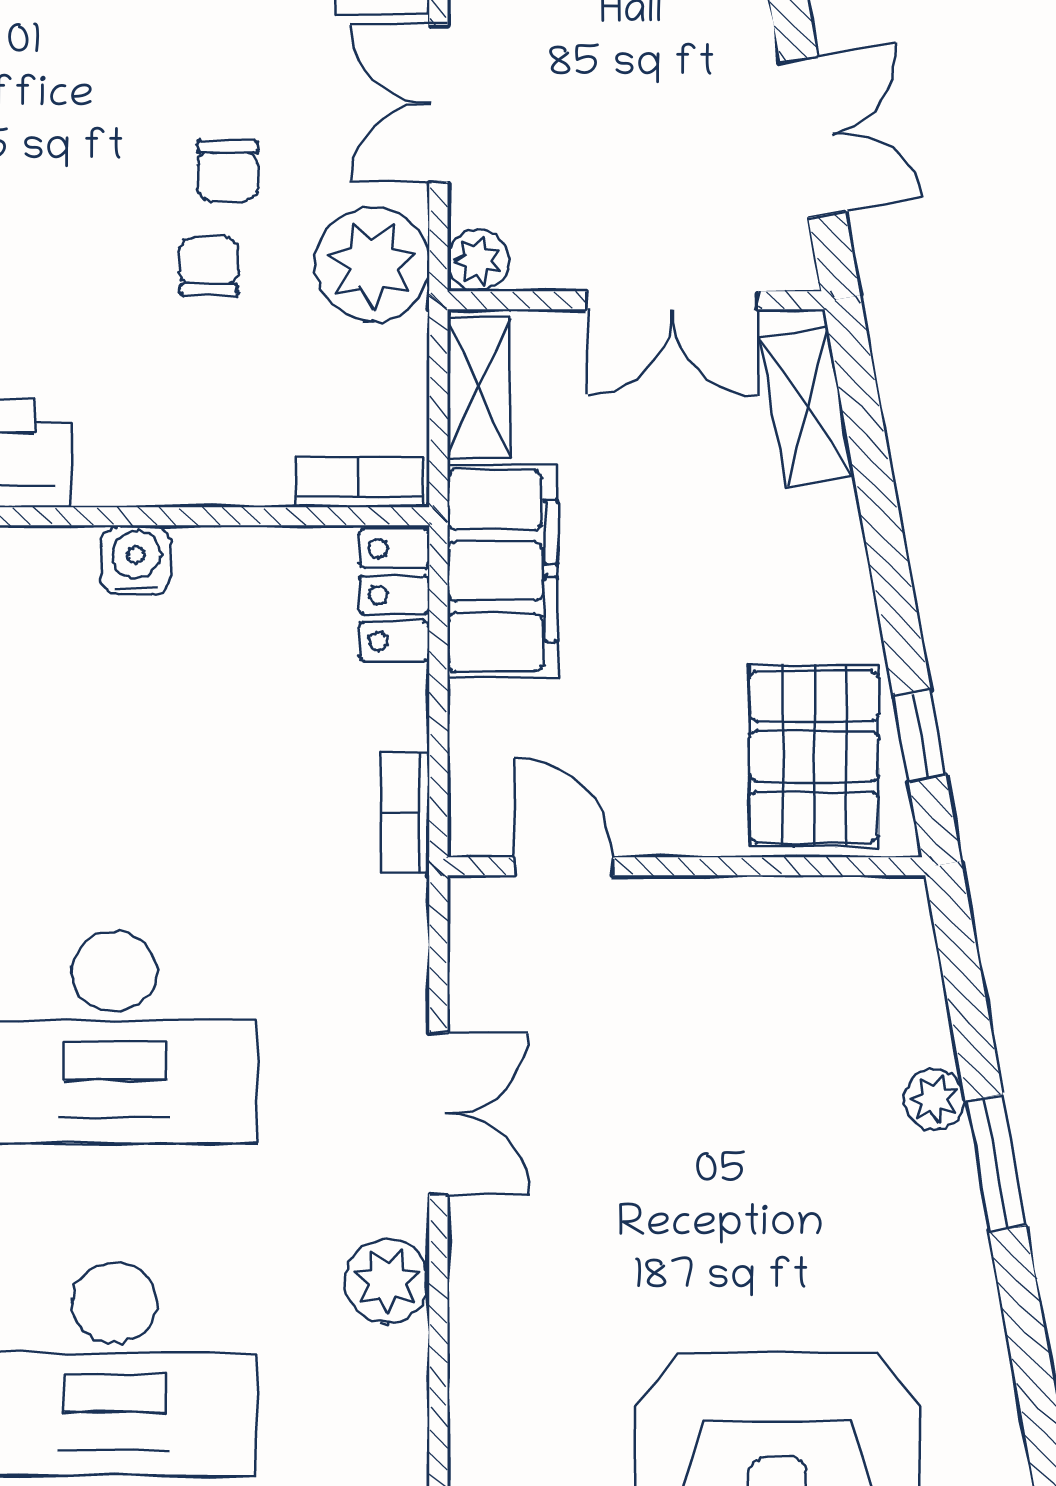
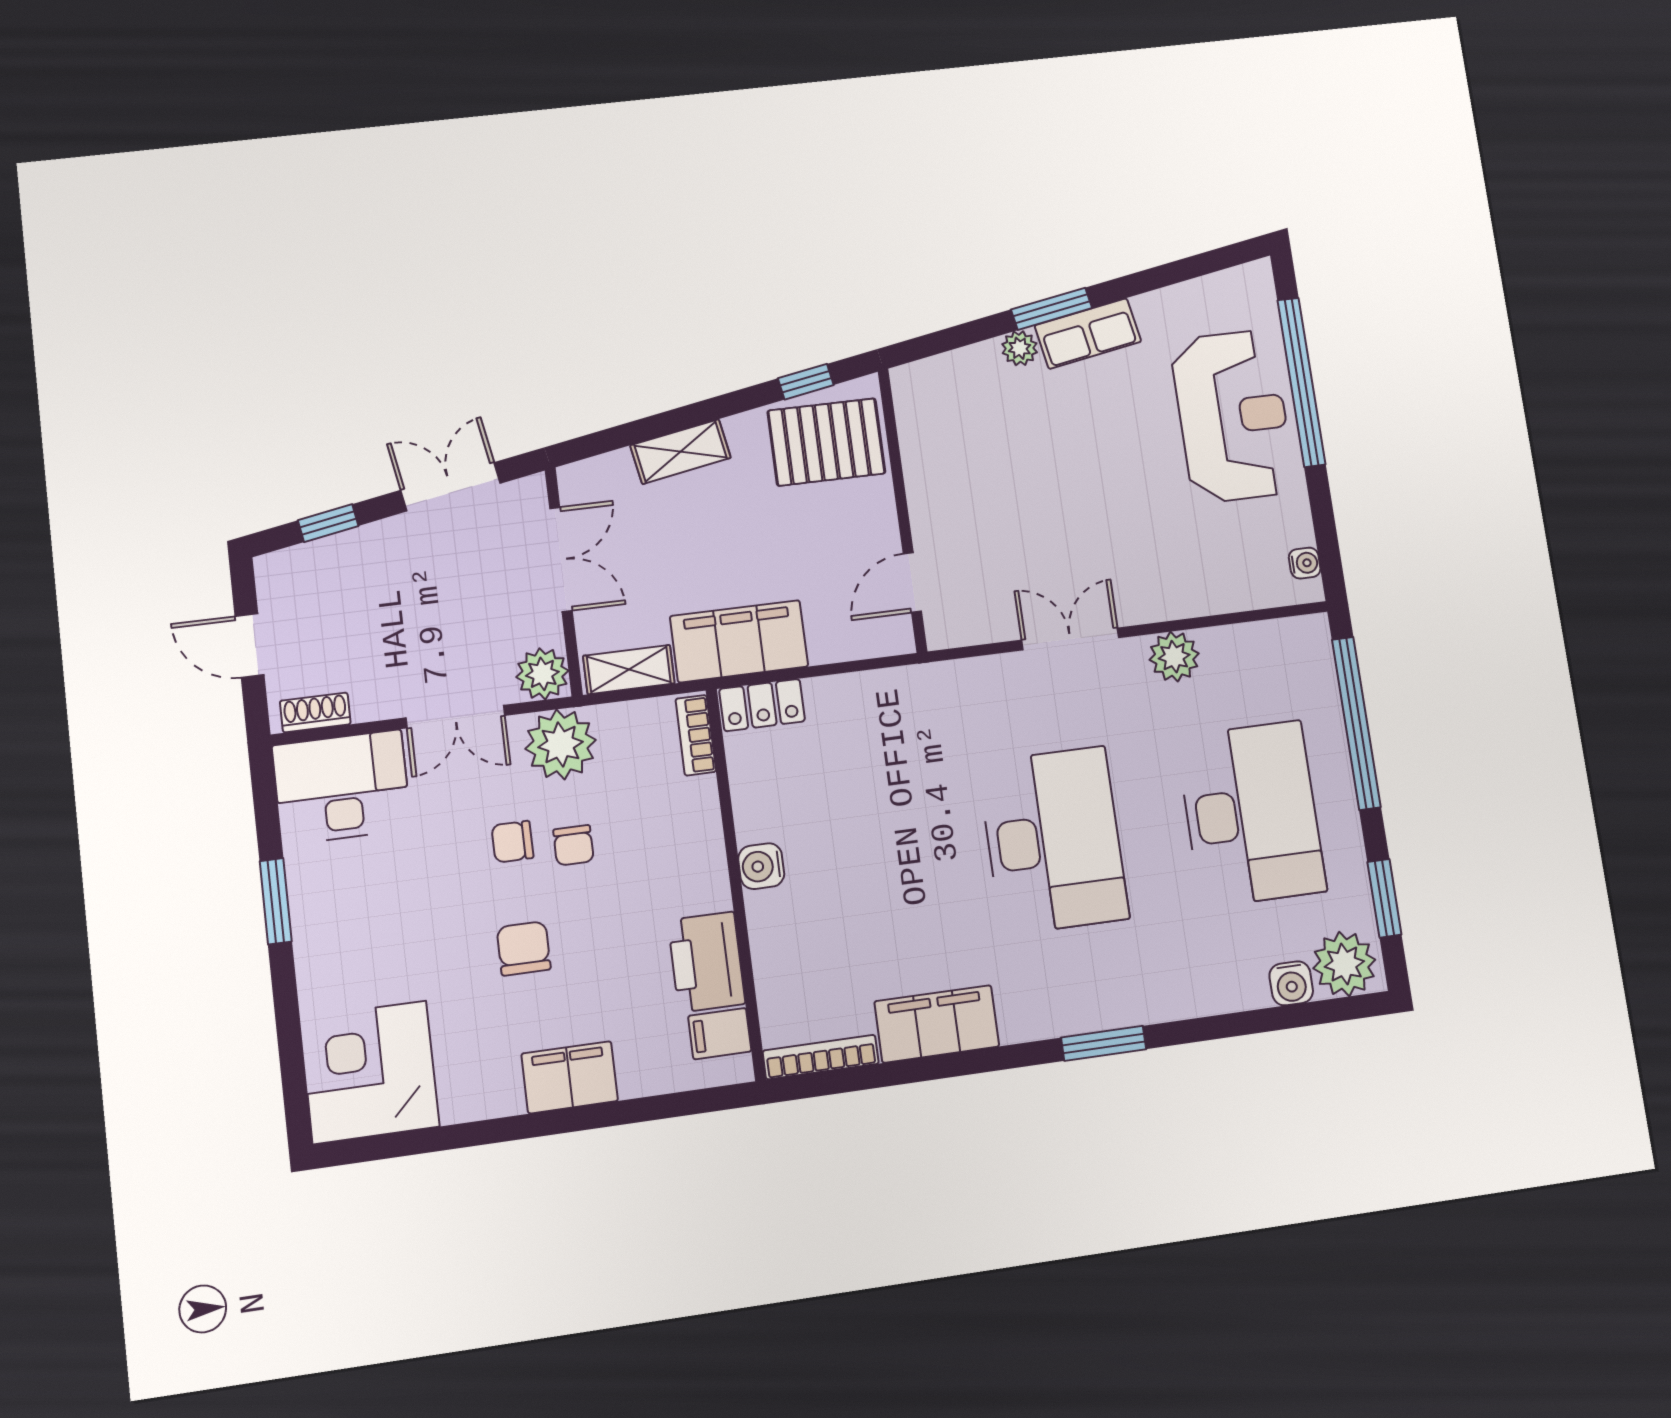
chair: (57, 169) -> (524, 948), added
chair: (227, 171) -> (512, 842), turned 180
plant: (478, 261) -> (542, 674), width x1.38, depth x1.38
chair: (209, 266) -> (573, 845), turned -90
shelving: (807, 407) -> (681, 452), moved
bookcase: (405, 812) -> (893, 682), removed
row of seats: (946, 1218) -> (1088, 334), added

